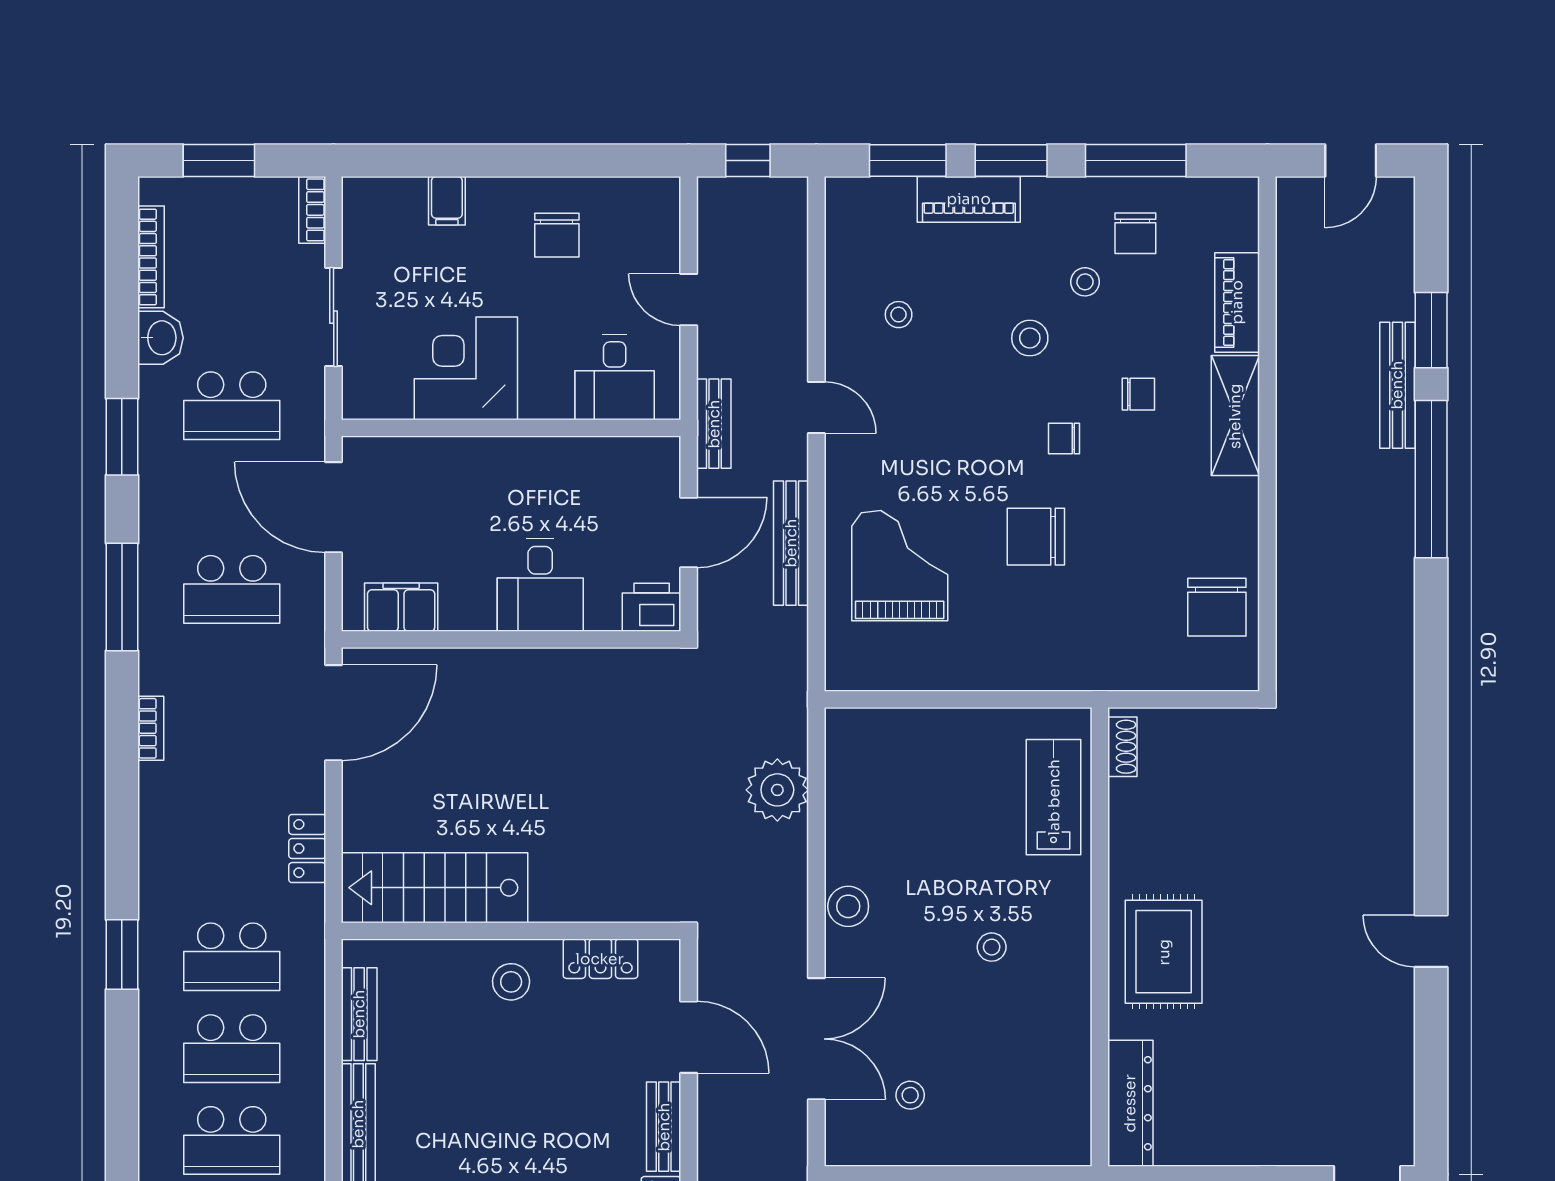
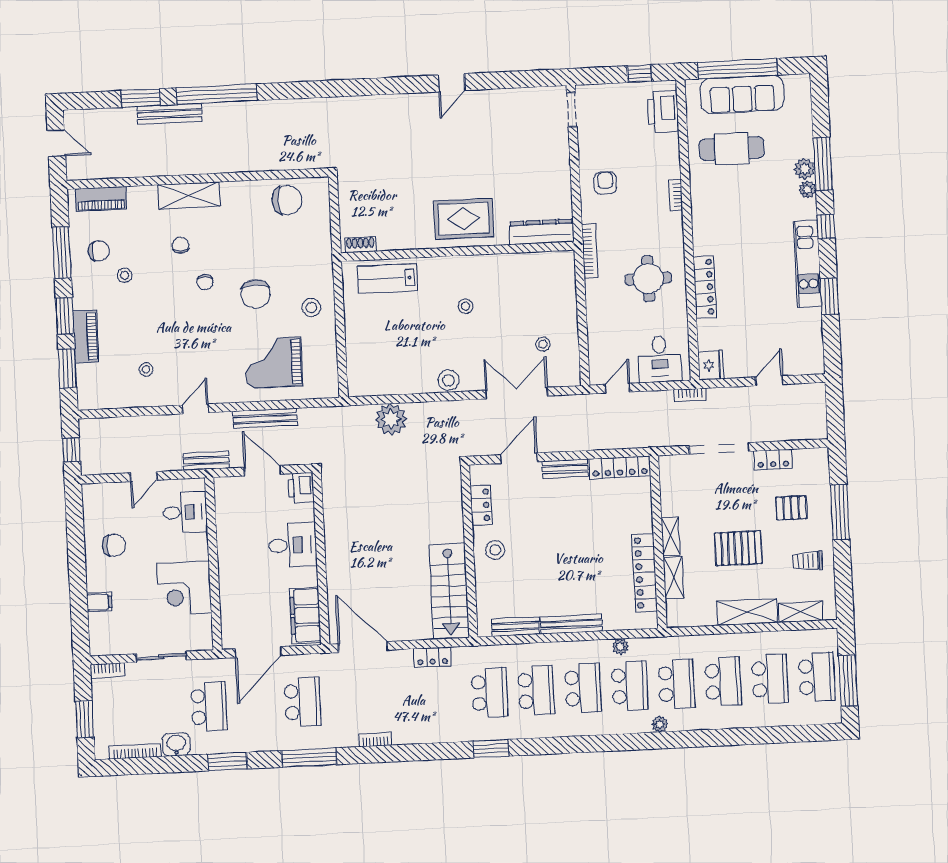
piano: (1237, 302) -> (101, 199), moved
stool: (1030, 338) -> (311, 308), moved
filing cabinet: (401, 607) -> (305, 615), width x1.50, depth x1.17

